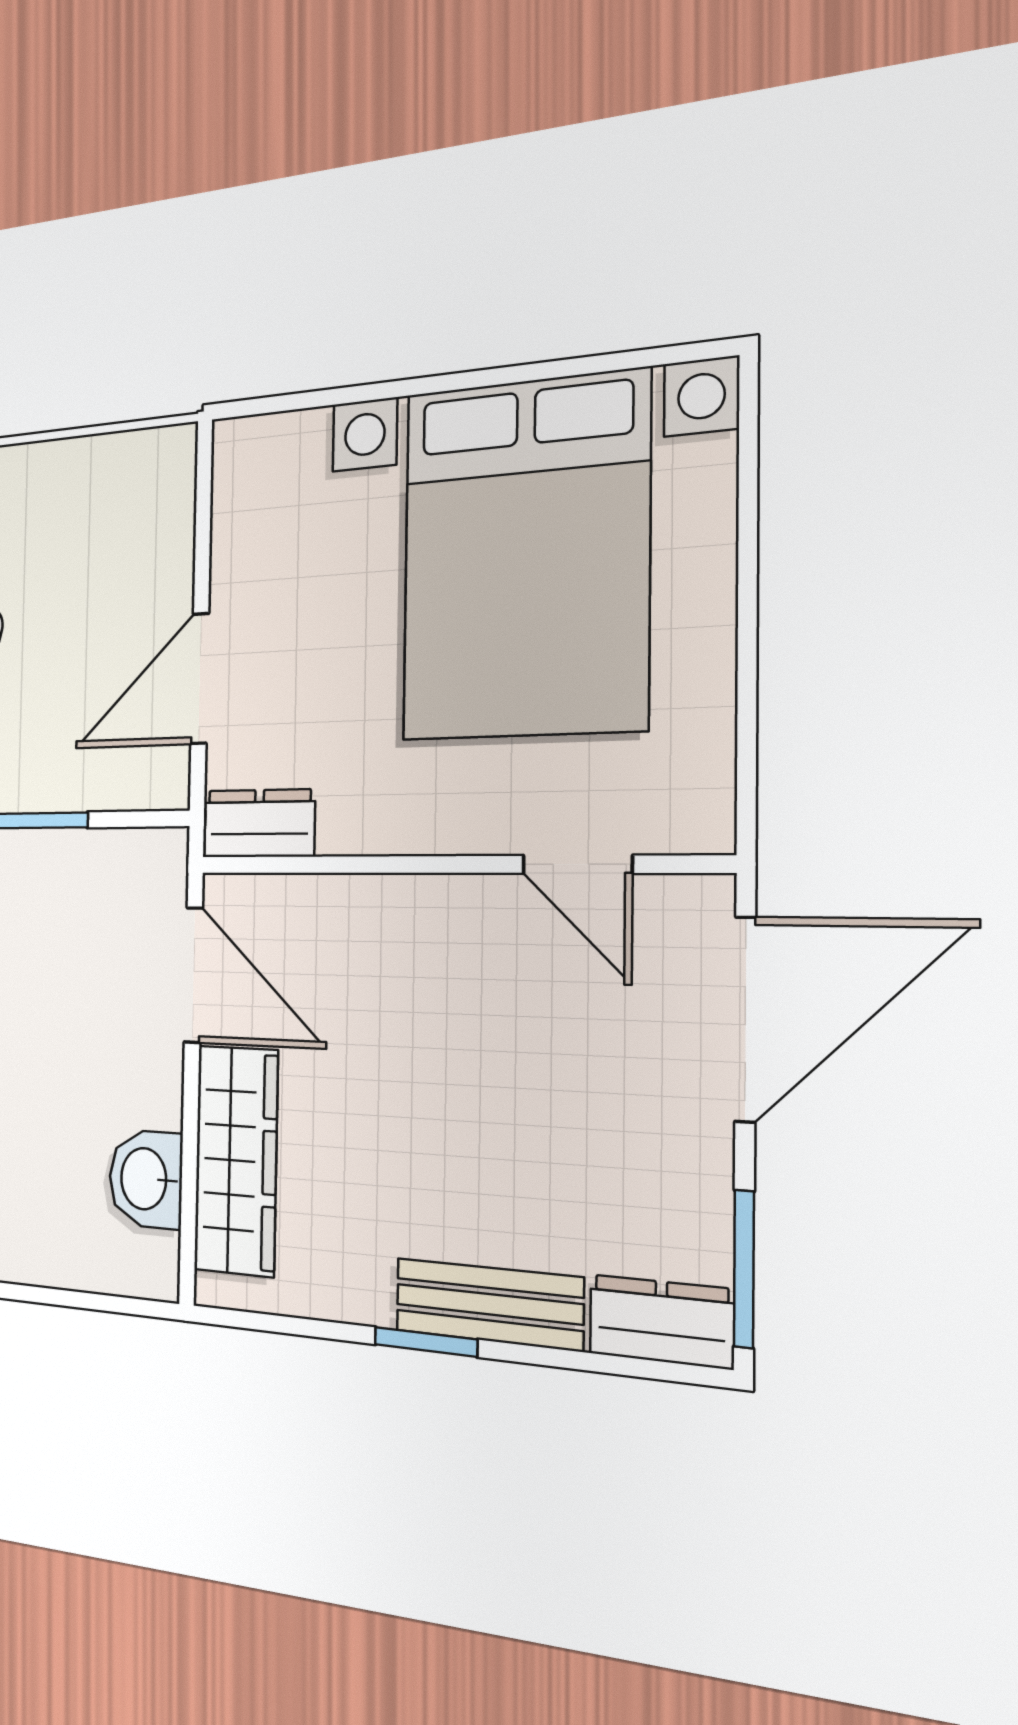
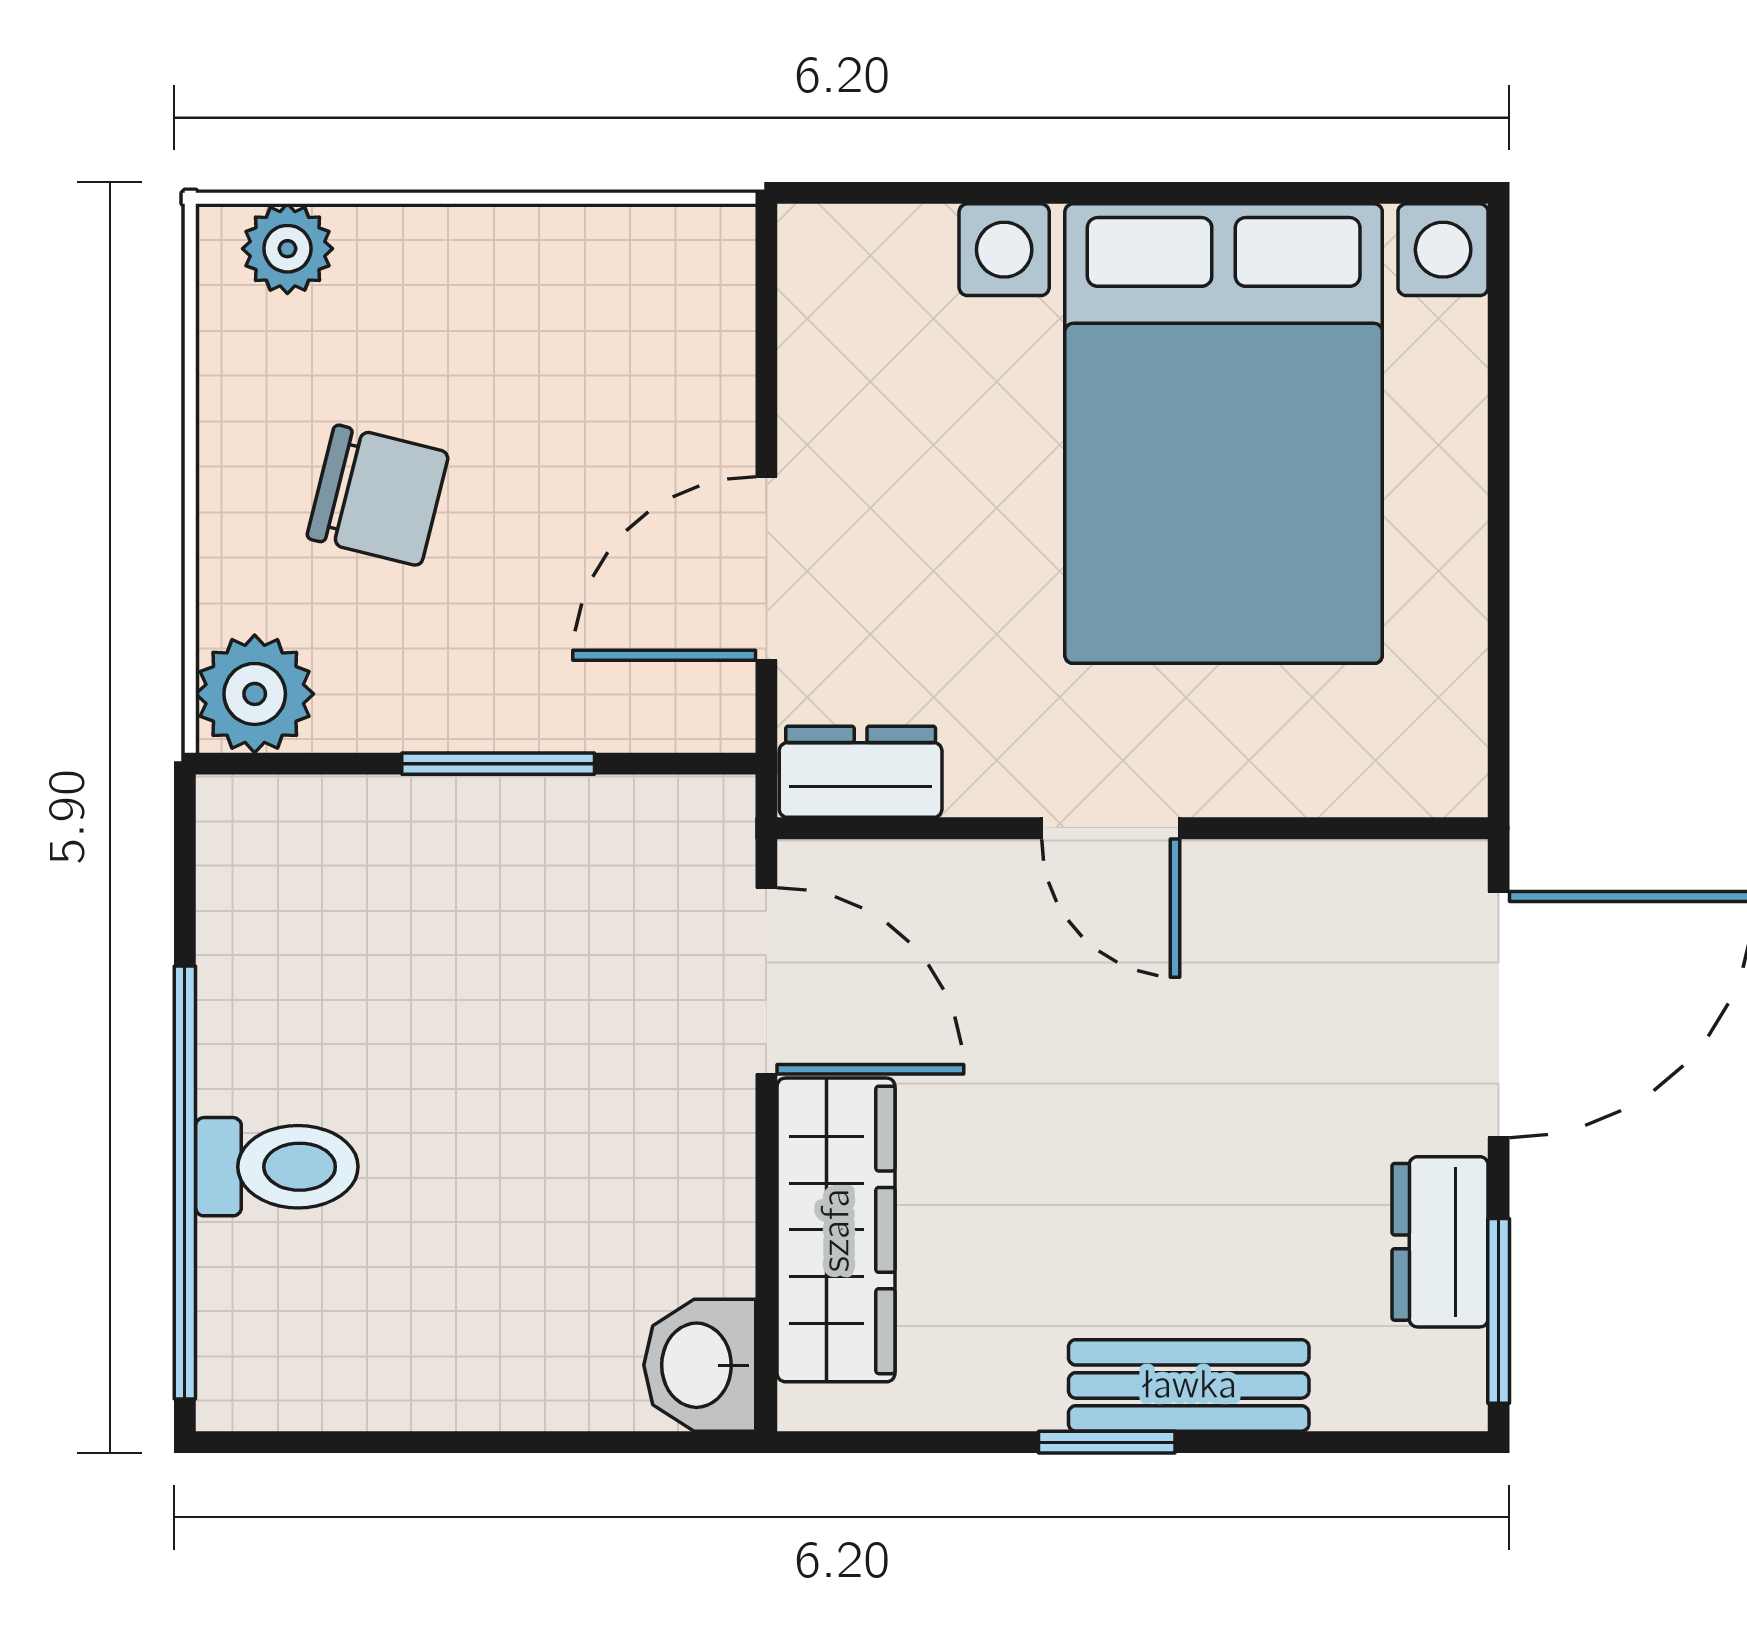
door: (577, 864) -> (1111, 828), moved
washbasin: (146, 1179) -> (700, 1365), moved
dresser: (661, 1321) -> (1440, 1242), moved, turned -90

